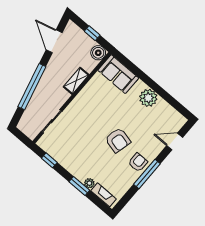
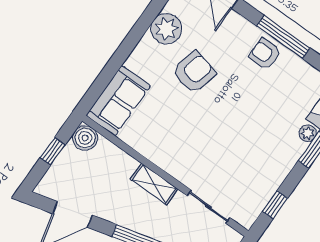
shelving: (76, 81) -> (154, 184), moved
plant: (148, 98) -> (166, 29), moved
armchair: (118, 140) -> (194, 72), moved

